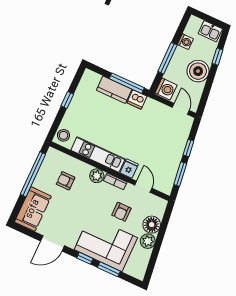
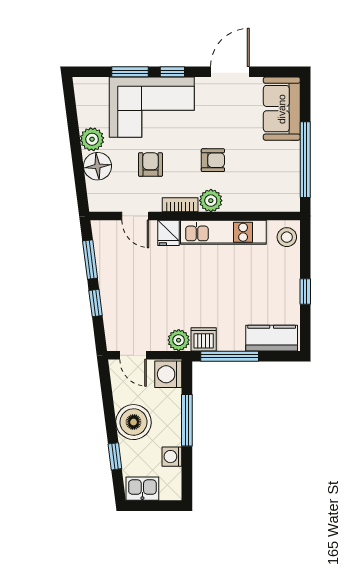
kitchen counter: (114, 90) -> (272, 338), moved
plant: (151, 105) -> (179, 340), added
armchair: (66, 181) -> (213, 160), moved

